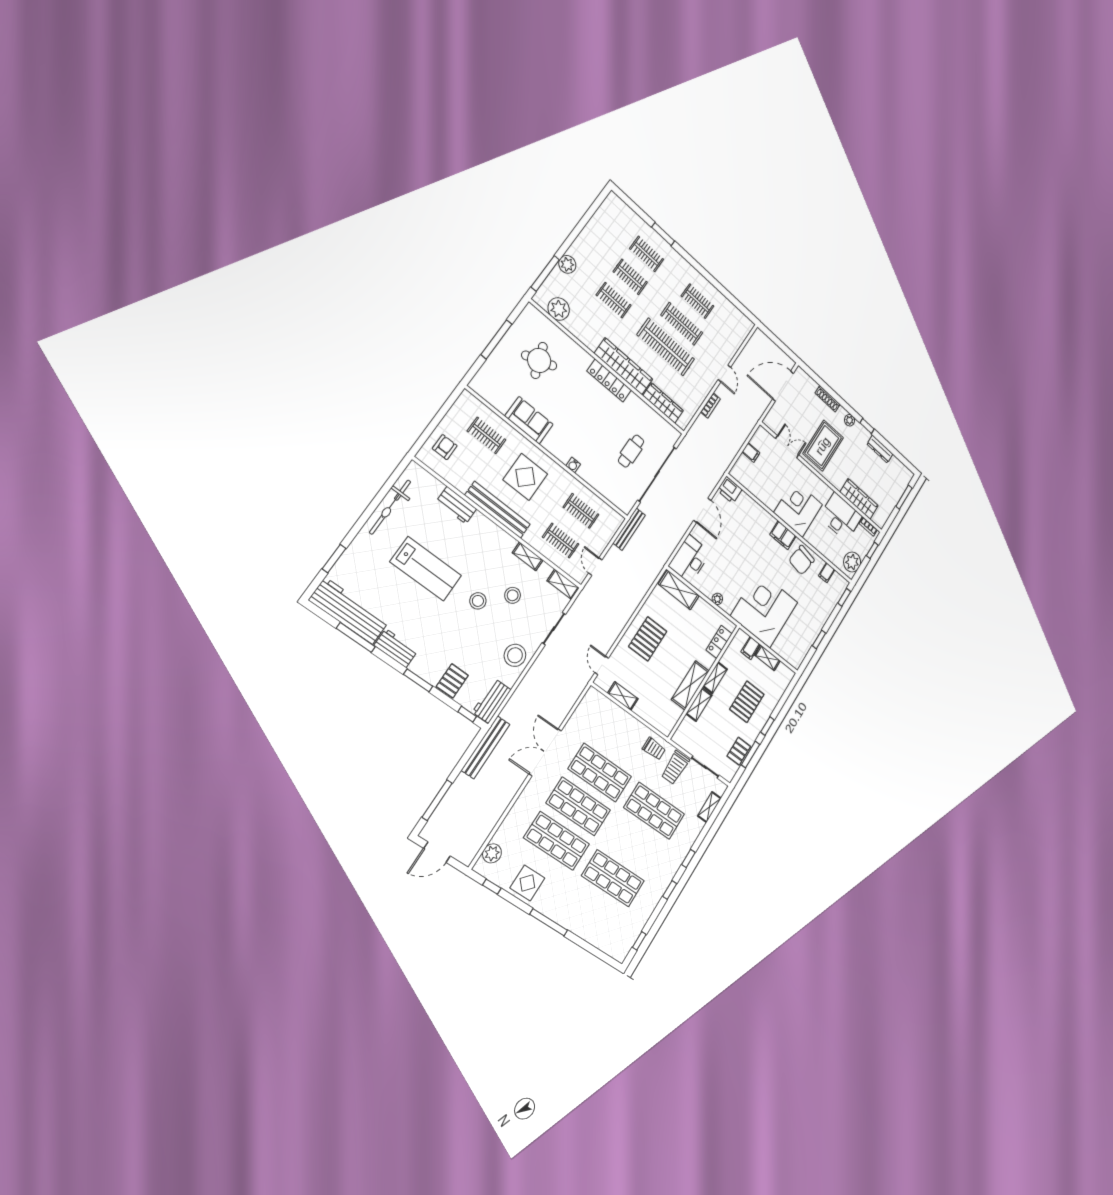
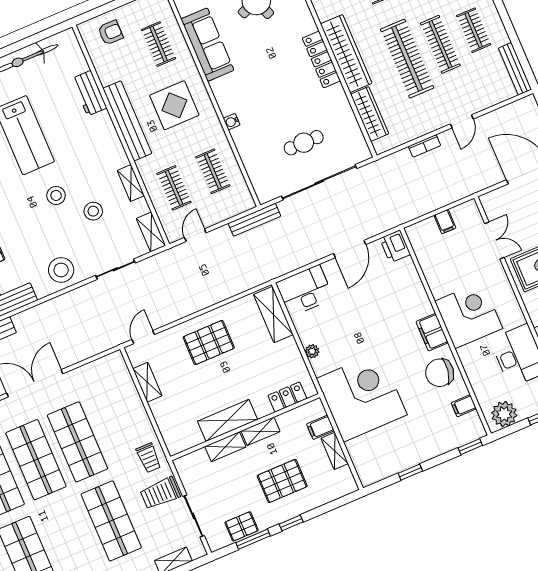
bench: (738, 315) -> (515, 69), added
sofa: (529, 420) -> (207, 45), width x1.36

